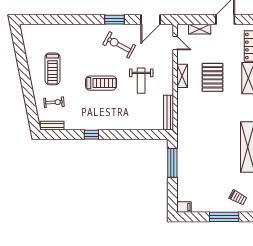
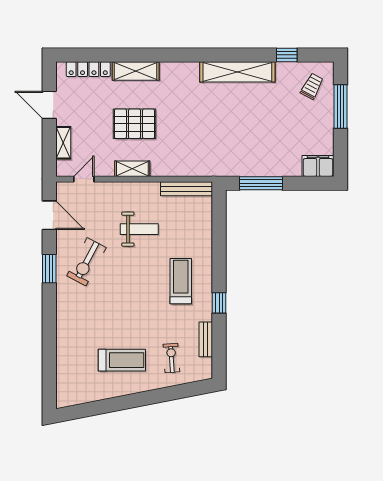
treadmill: (101, 83) -> (181, 281), moved
bench: (52, 126) -> (206, 339), moved
filing cabinet: (184, 207) -> (318, 166), width x2.00

